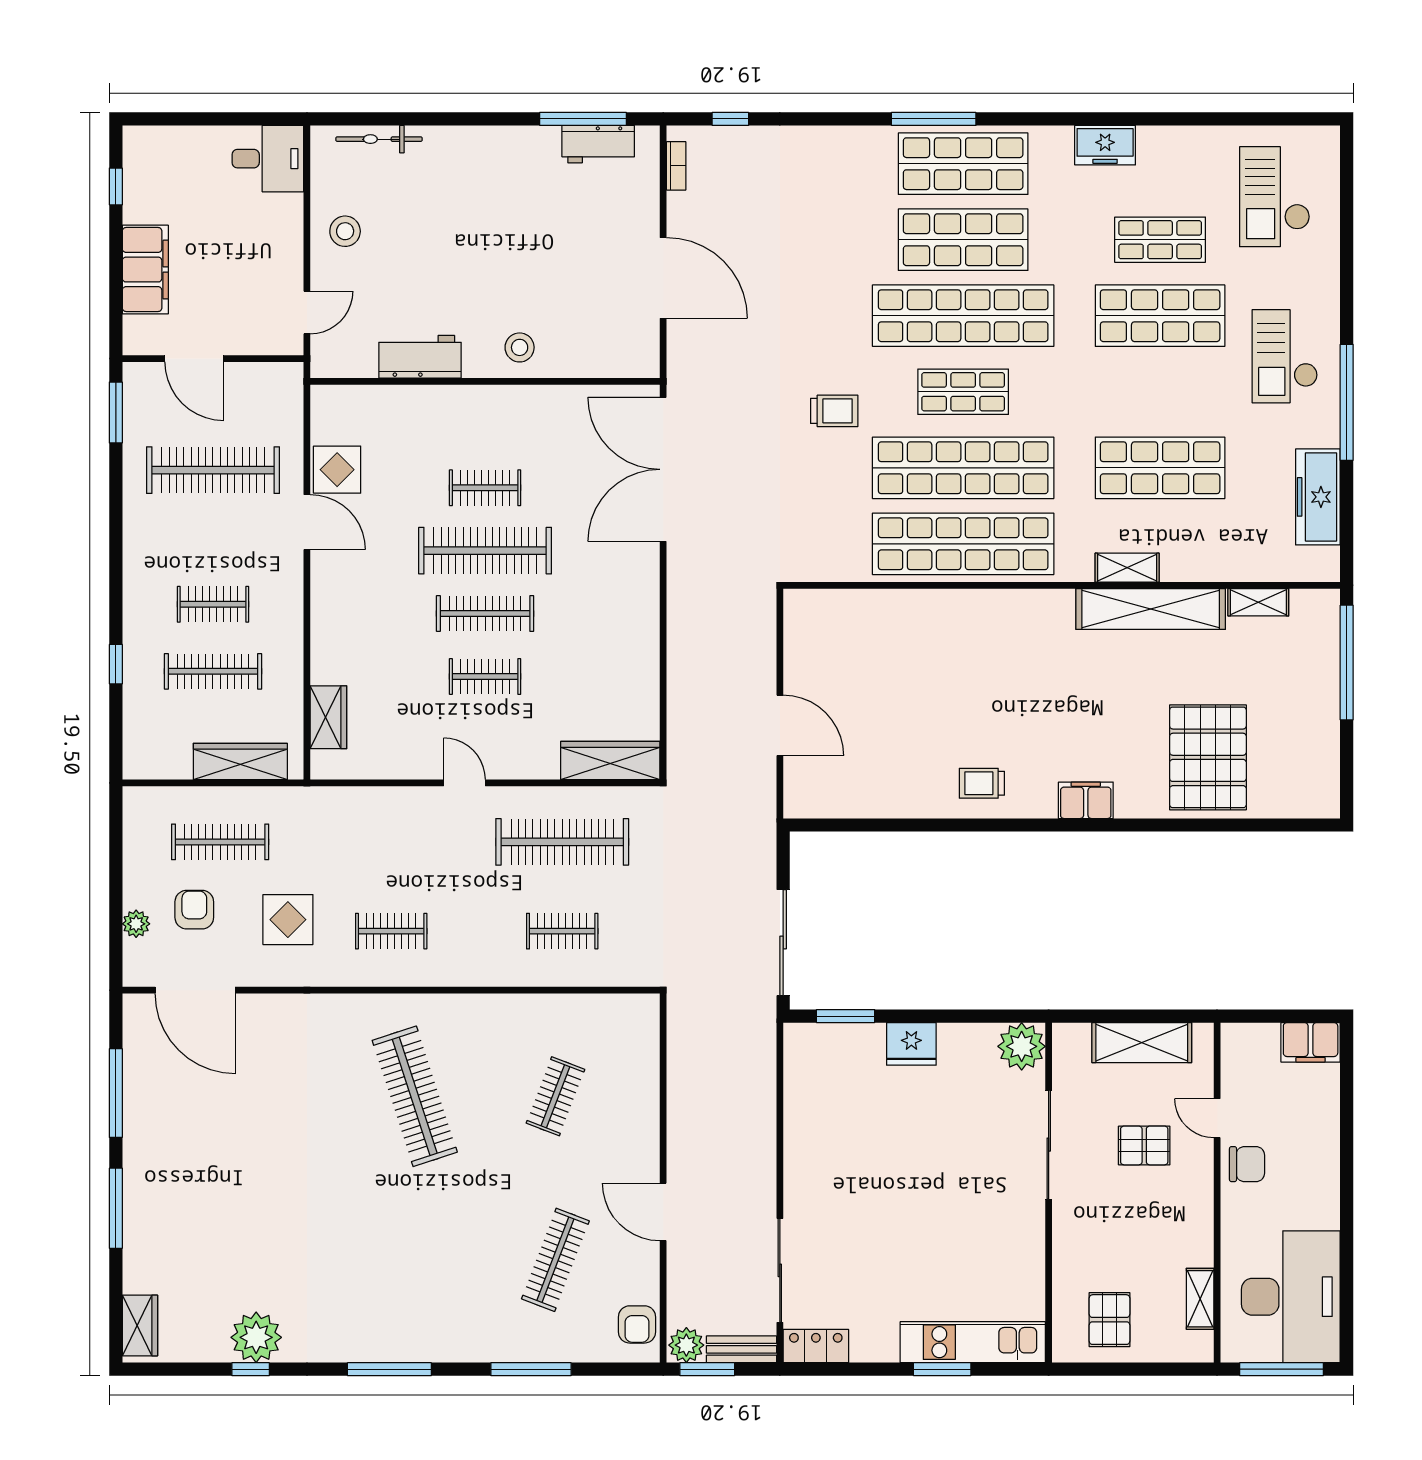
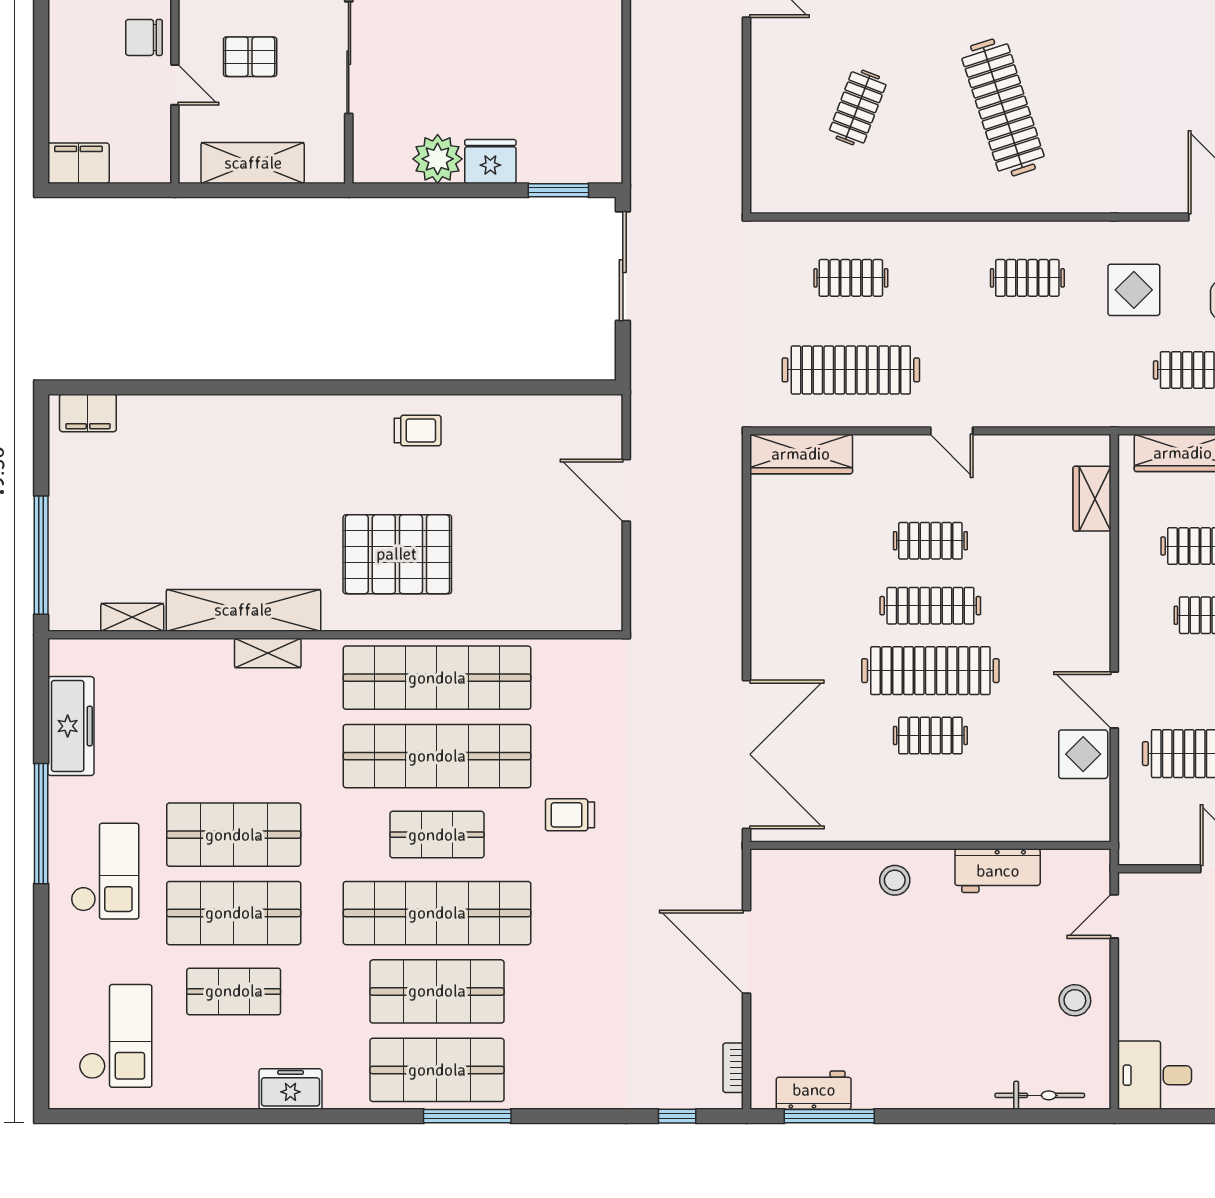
shop shelf: (1160, 468) -> (234, 835), moved
pallet: (1208, 757) -> (397, 554), moved, turned 90
filing cabinet: (1086, 800) -> (88, 413), moved
plant: (1022, 1046) -> (438, 159), moved

